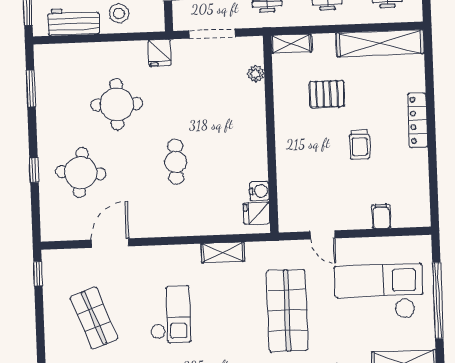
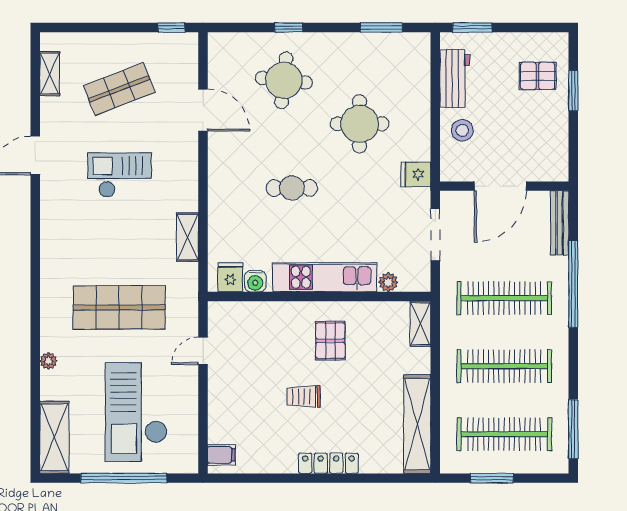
pallet: (327, 94) -> (330, 341), moved
kitchen unit: (253, 130) -> (325, 277), added
filing cabinet: (381, 216) -> (221, 455), moved
checkout: (379, 292) -> (136, 412), turned 180
checkout: (170, 315) -> (120, 175), turned 180

